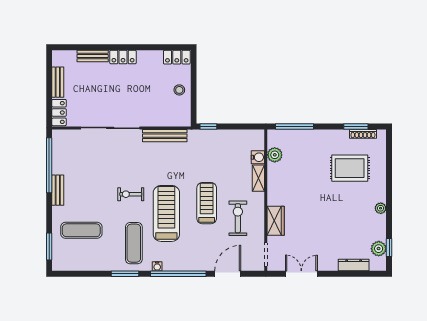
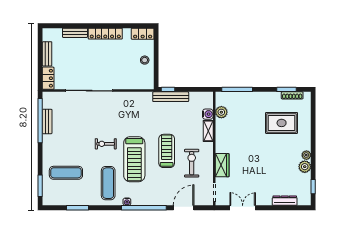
locker: (123, 57) -> (105, 34), width x1.53
bench: (165, 136) -> (171, 97), moved
bench: (58, 190) -> (47, 121), moved
treadmill: (166, 213) -> (134, 159), turned 180
plant: (379, 249) -> (305, 167), moved
window: (125, 274) -> (78, 208), moved

